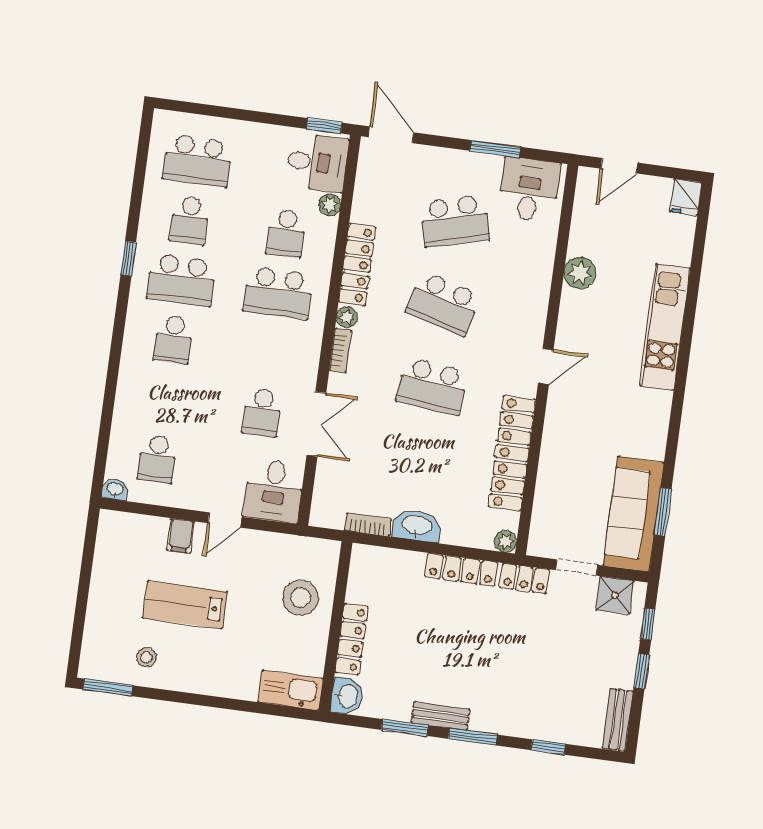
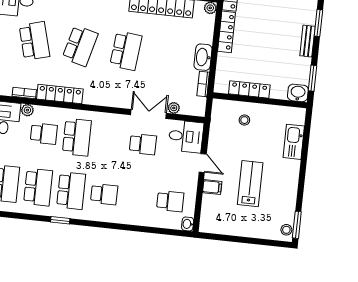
school desk: (189, 220) -> (38, 187), width x1.85
plant: (347, 317) -> (174, 108), moved
bookcase: (340, 350) -> (24, 93), moved
stool: (301, 598) -> (244, 120), width x0.53, depth x0.53
lab bench: (185, 605) -> (250, 184), turned 180
locker: (352, 639) -> (249, 89), moved
stool: (146, 657) -> (286, 230), moved
kitchen sink: (290, 690) -> (294, 142), moved
window: (405, 728) -> (312, 78), moved

